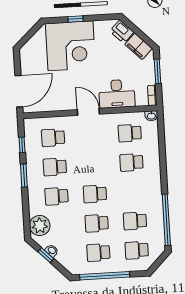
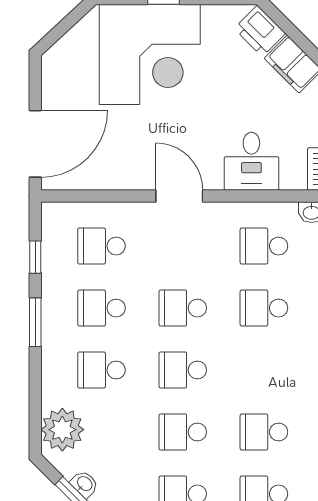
desk: (117, 94) -> (251, 161), width x0.73
school desk: (93, 165) -> (183, 308), added

